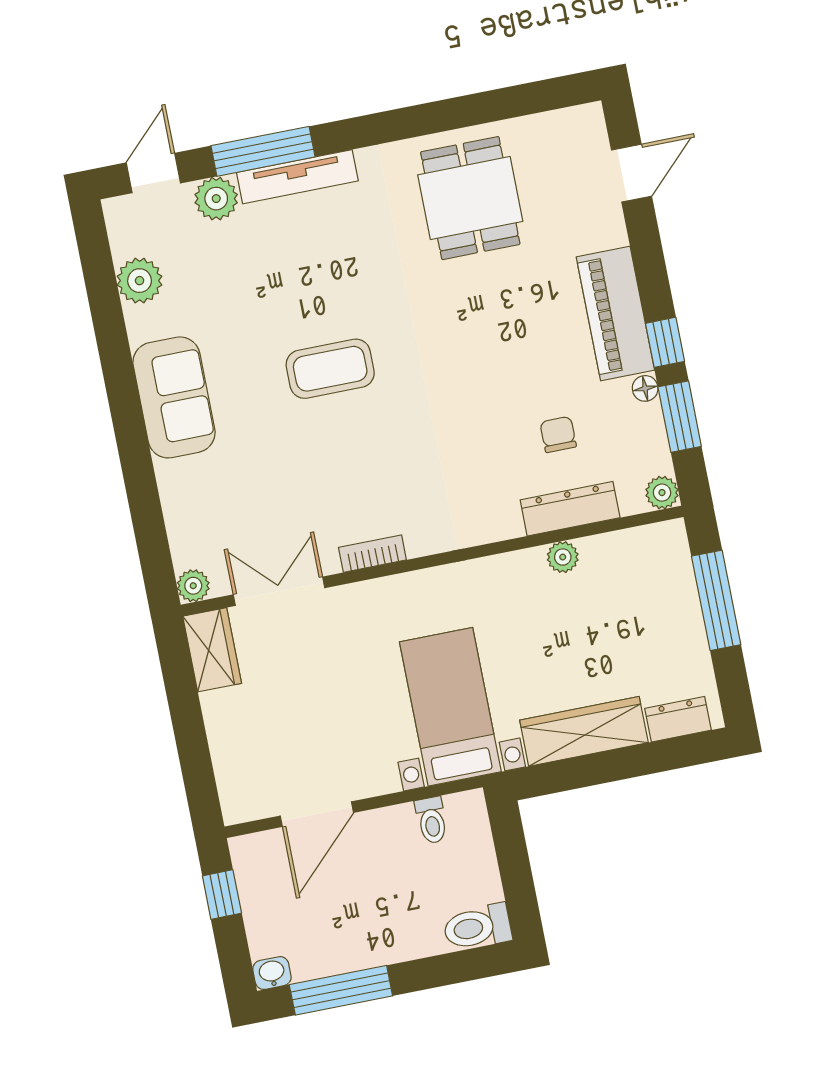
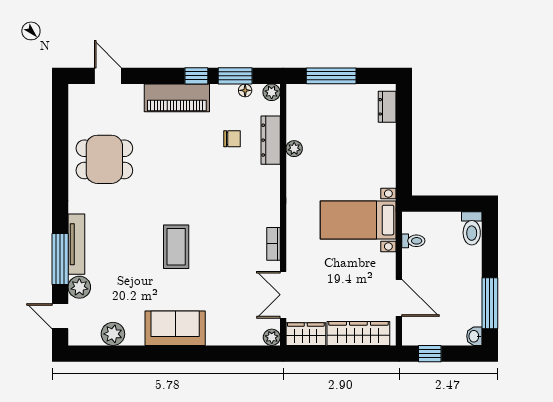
floor lamp: (645, 388) -> (245, 90), moved
chair: (558, 434) -> (232, 139), turned 180
wardrobe: (584, 731) -> (358, 333), moved, turned 90

